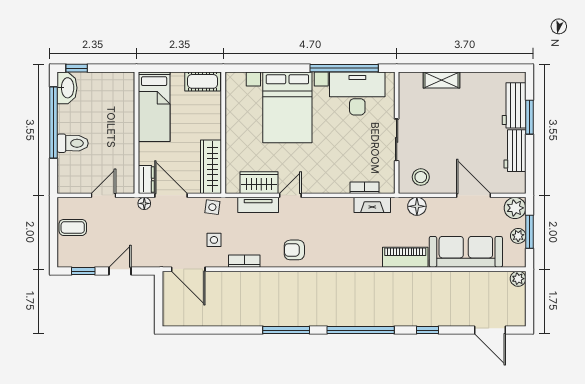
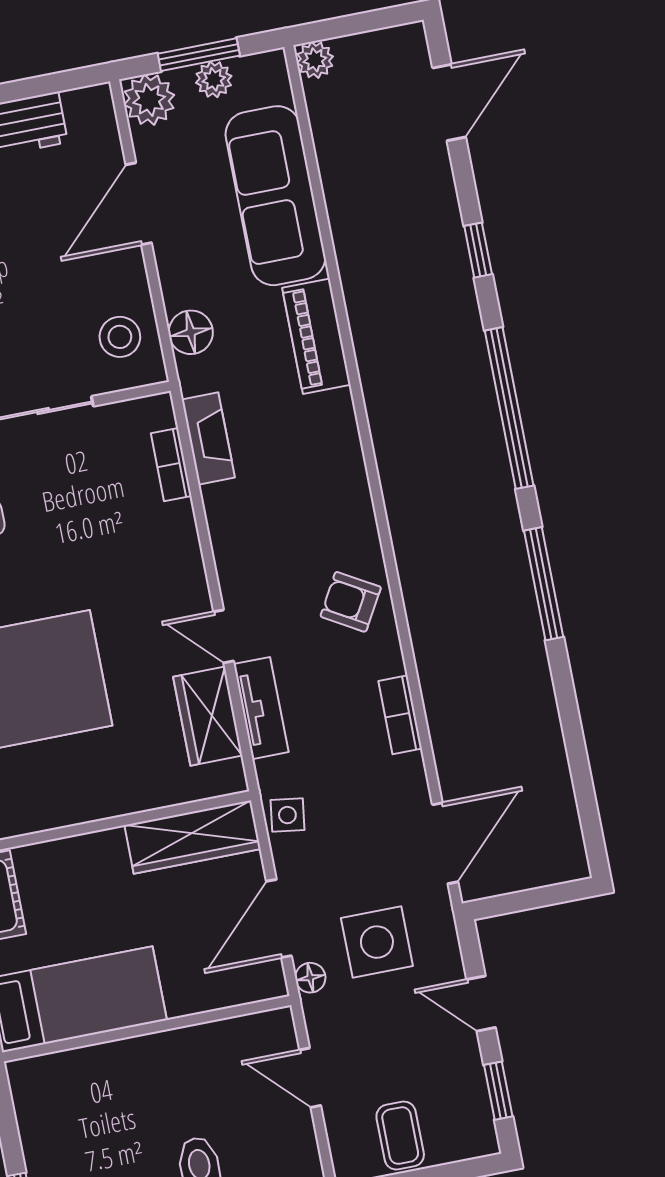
dresser: (146, 180) -> (253, 984), removed
side table: (214, 240) -> (377, 942), moved, width x1.87, depth x1.87
armchair: (294, 250) -> (351, 602), turned 120

